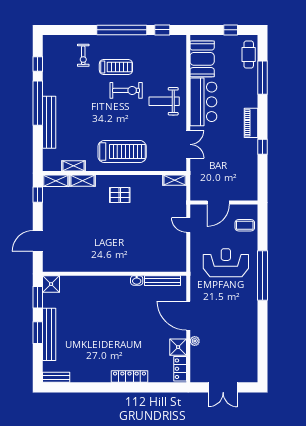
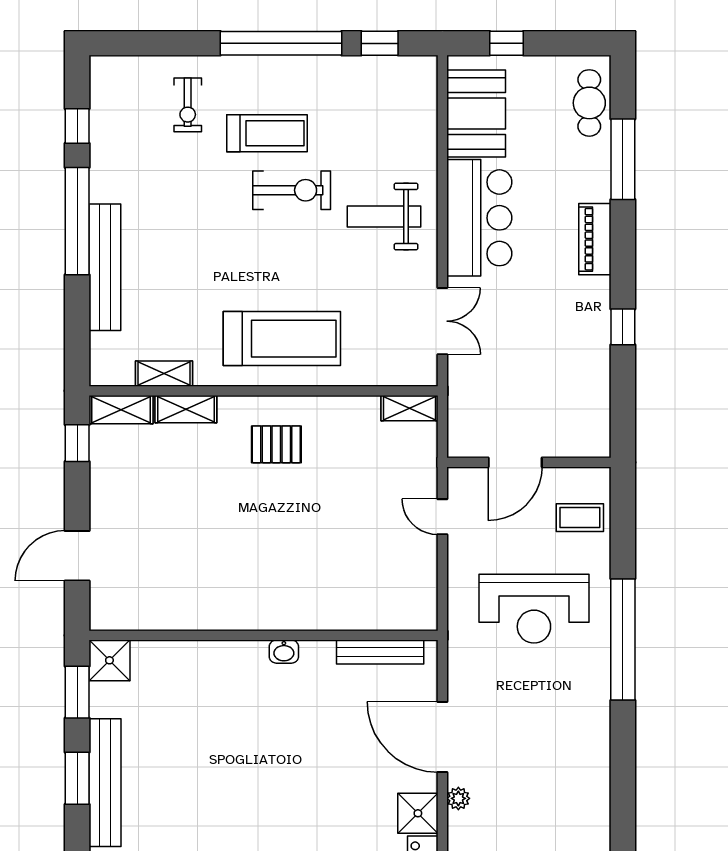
window: (231, 30) -> (507, 43), moved
piano: (251, 123) -> (595, 239), moved
reception desk: (226, 263) -> (534, 609), turned 180
washbasin: (137, 280) -> (284, 652), moved

